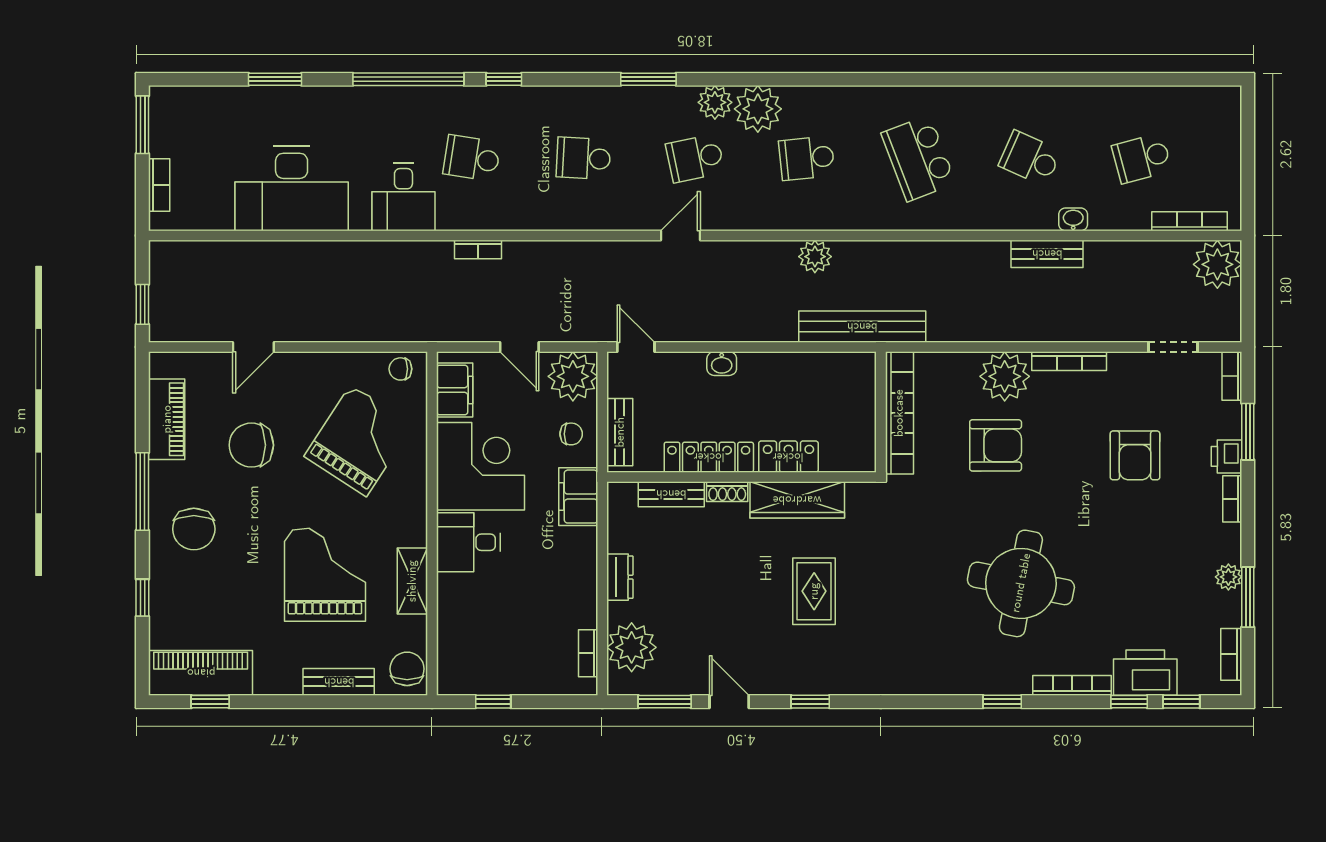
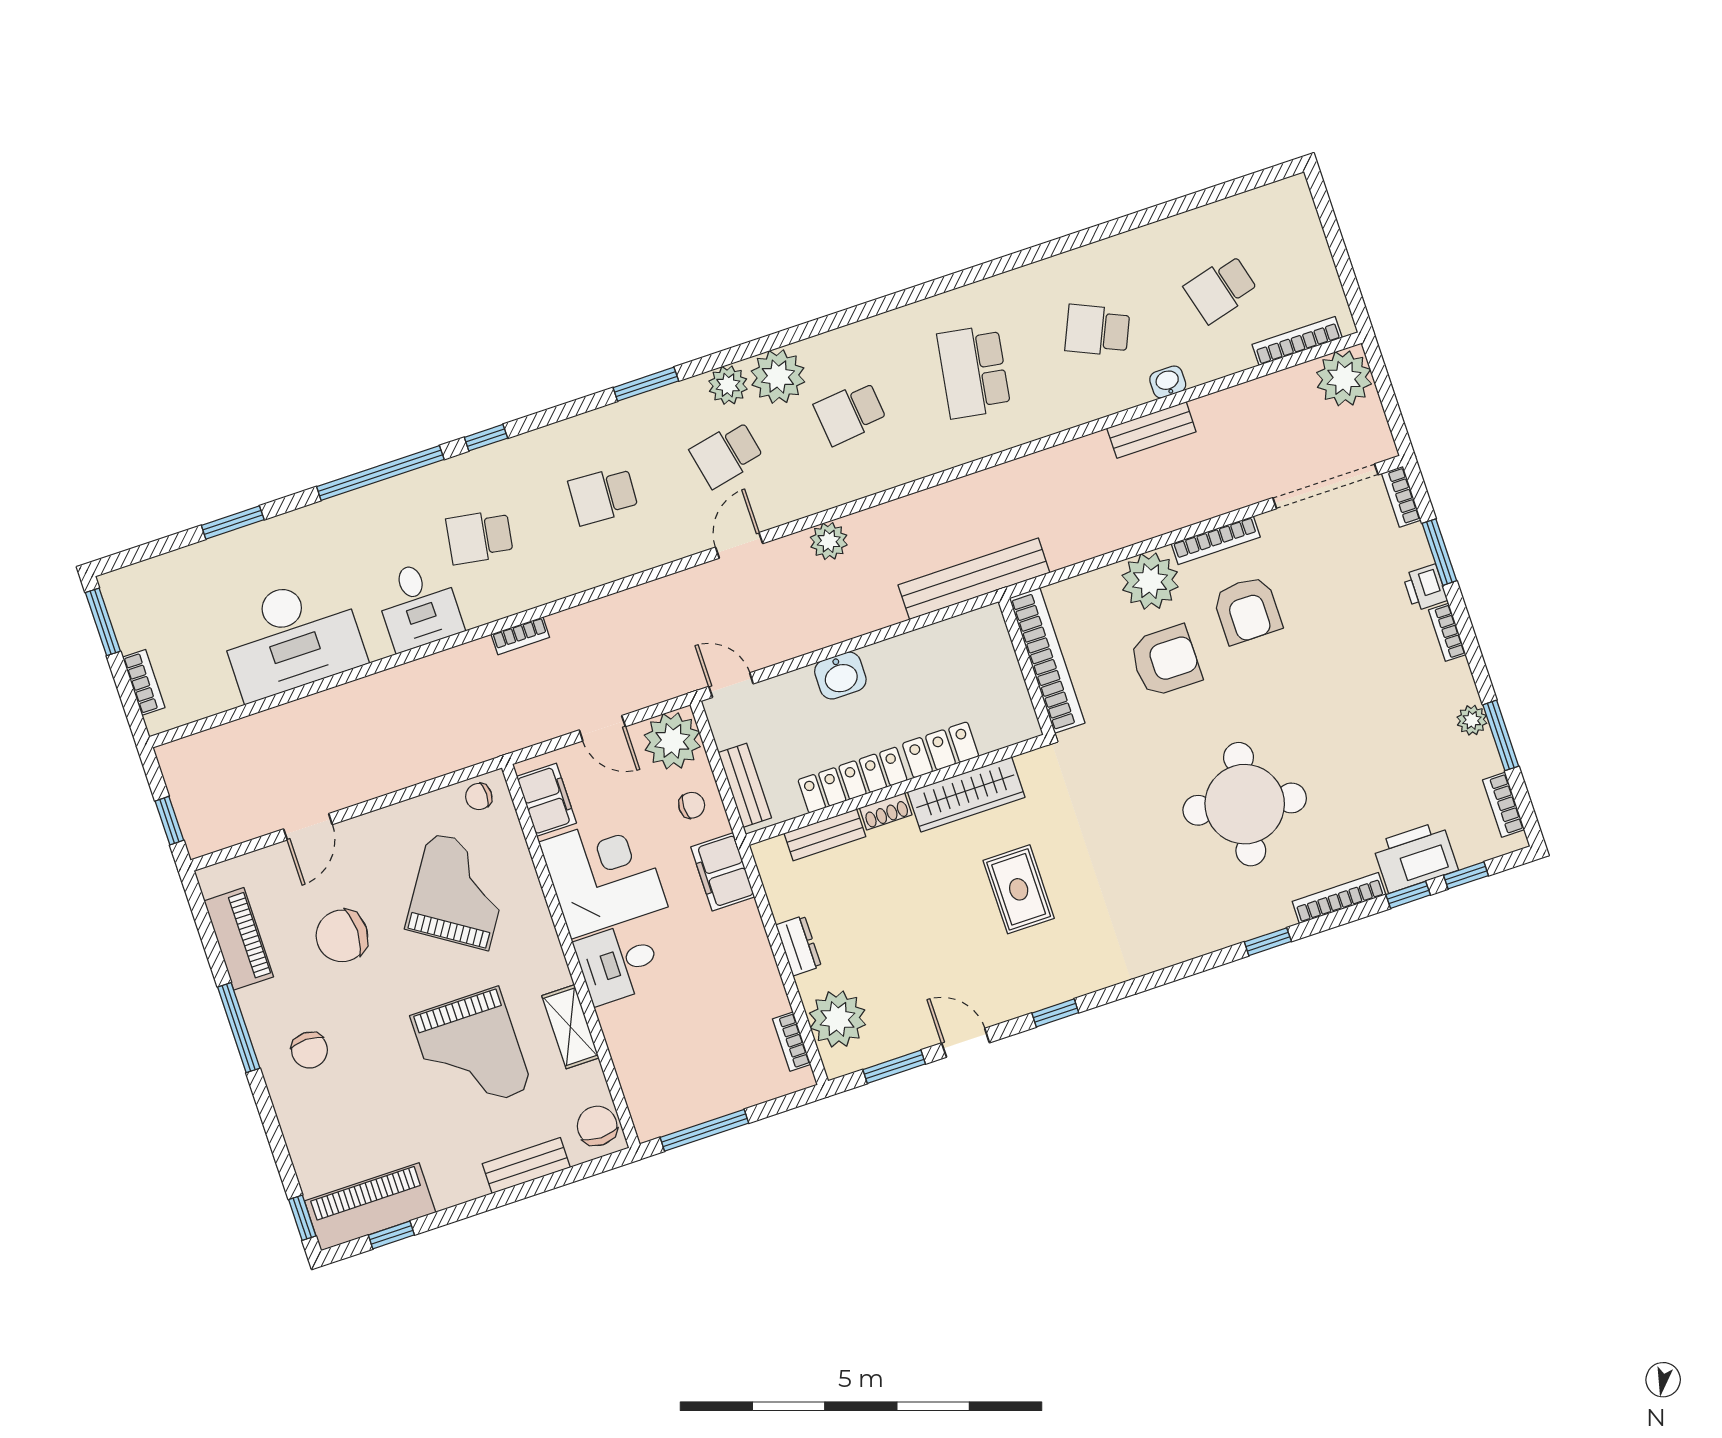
school desk: (918, 158) -> (974, 372), turned 30
plant: (815, 257) -> (829, 541), moved
doorway: (1173, 347) -> (1326, 486), width x1.88
washbasin: (722, 364) -> (840, 676), width x1.38, depth x1.45
armchair: (1135, 455) -> (1247, 610), moved
chair: (194, 529) -> (309, 1050), width x0.73, depth x0.73
grand piano: (325, 575) -> (471, 1052), turned 180
window: (142, 598) -> (302, 1218), moved
window: (493, 702) -> (704, 1130), width x2.17

